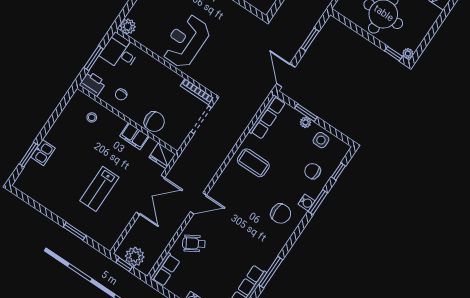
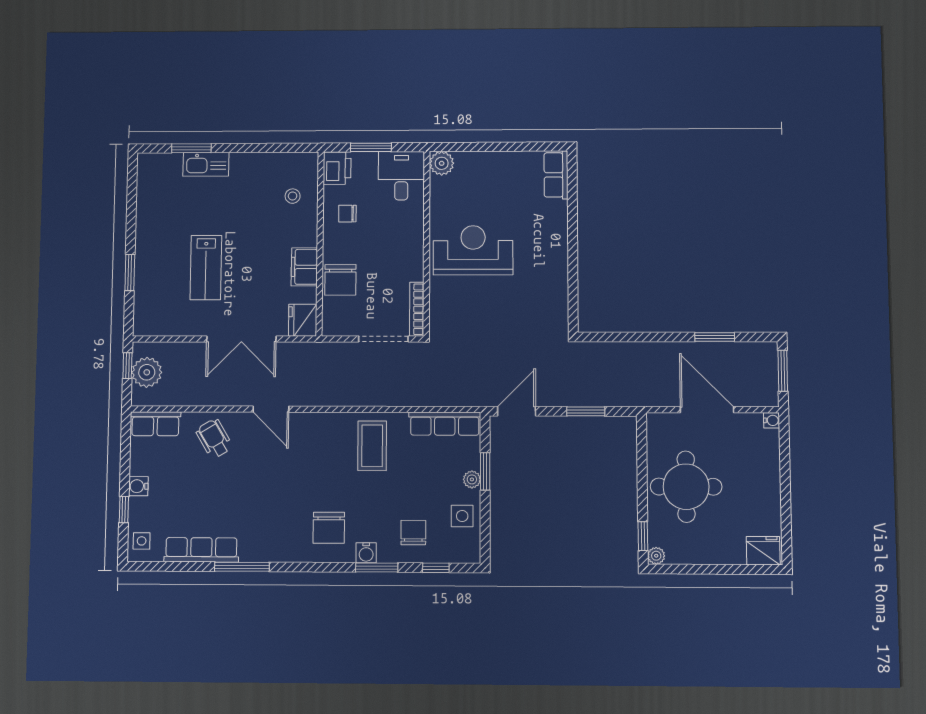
kitchen sink: (43, 153) -> (206, 164), width x1.38
lab bench: (99, 189) -> (206, 268), turned -90

